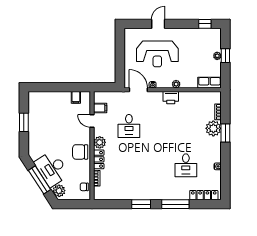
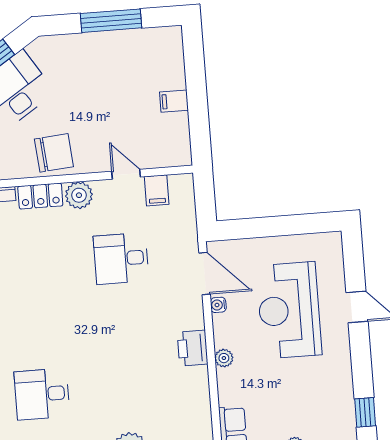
door: (138, 90) -> (205, 273), hinge flipped
filing cabinet: (76, 97) -> (174, 101), moved
door: (92, 121) -> (126, 174), hinge flipped
window: (24, 122) -> (111, 21), width x1.44
chair: (80, 152) -> (54, 153), turned 85

